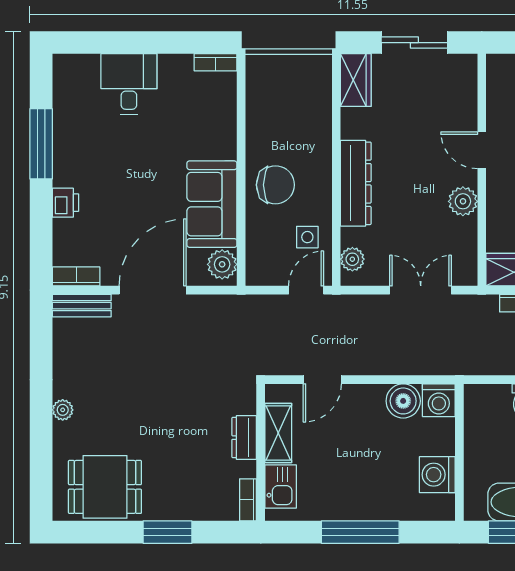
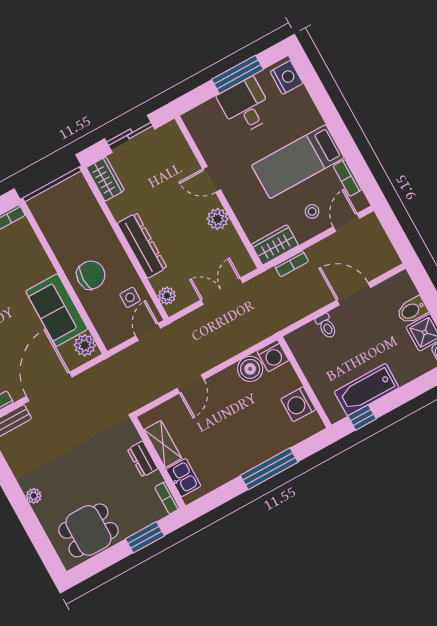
shelving: (278, 433) -> (163, 444), moved
dresser: (244, 438) -> (143, 459), moved
wall: (261, 452) -> (159, 463), moved
kitchen sink: (281, 486) -> (183, 478), moved
bookcase: (248, 500) -> (167, 498), moved

